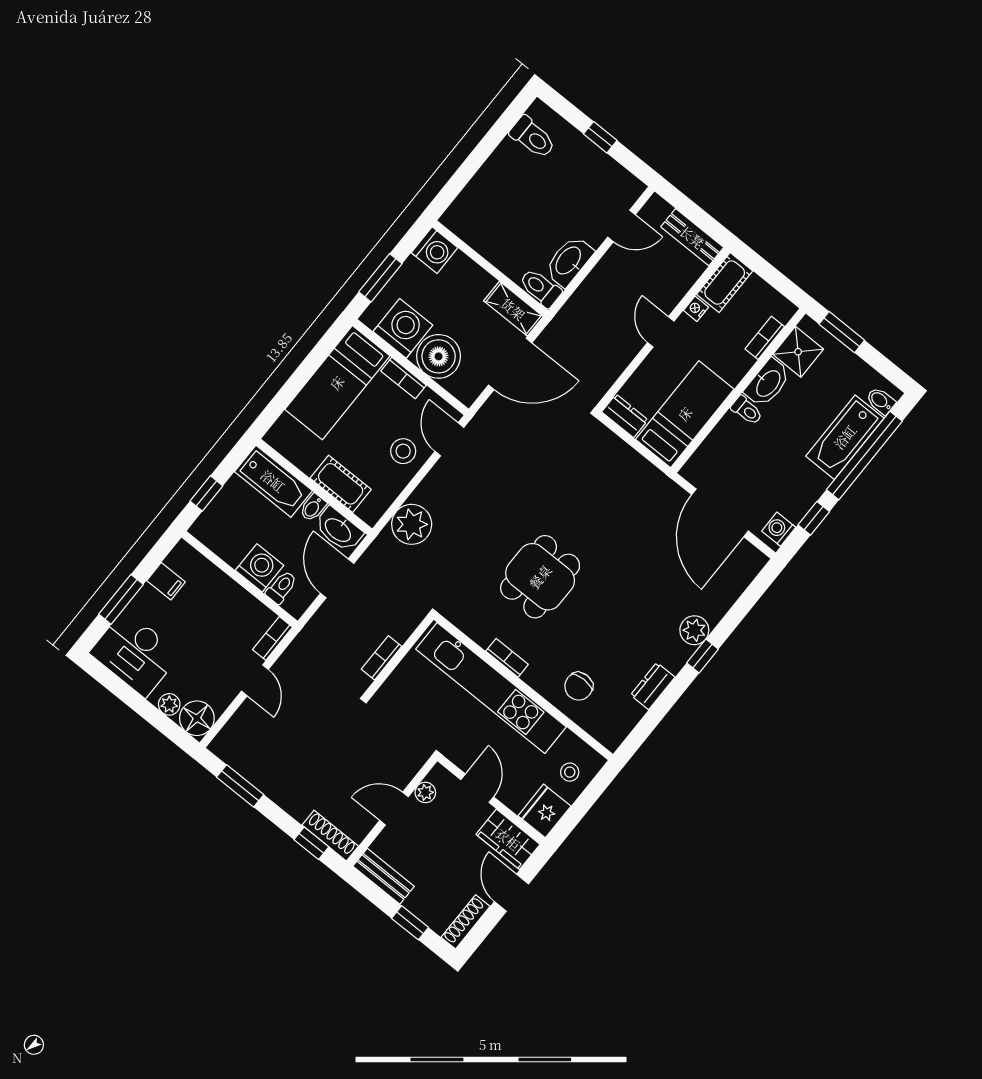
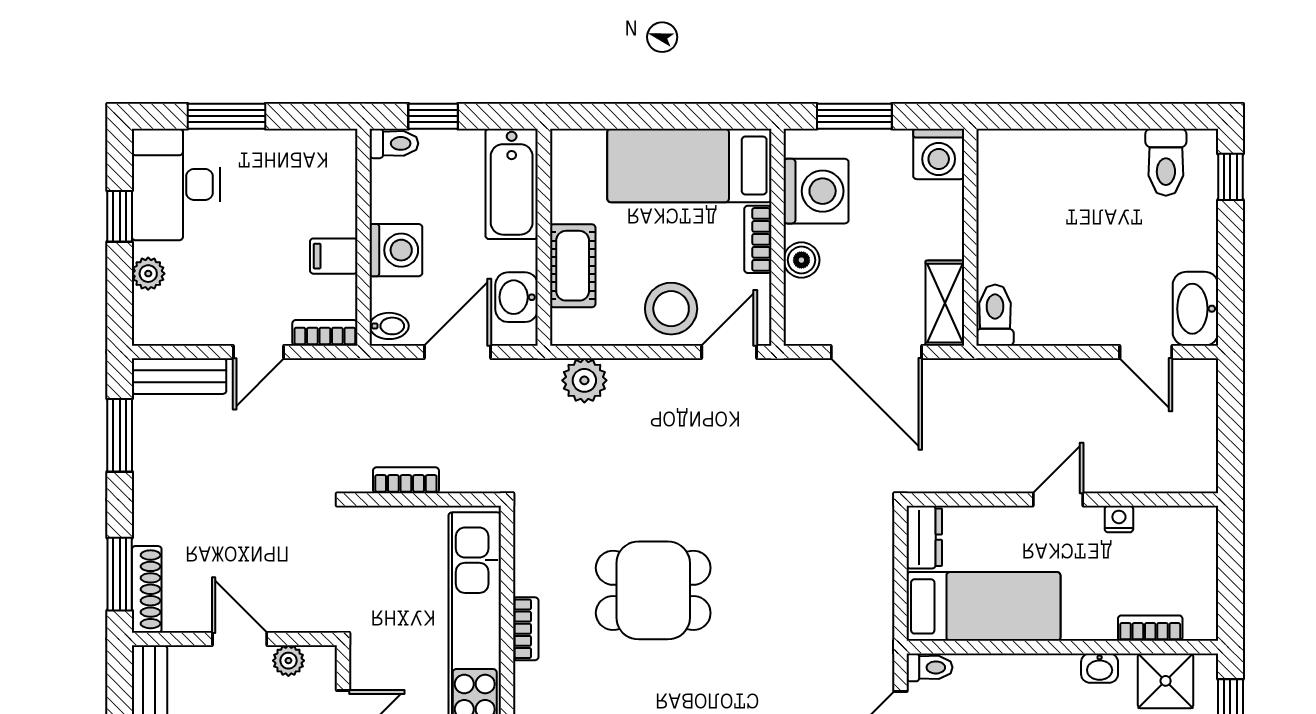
window: (600, 137) -> (1230, 177), moved
bench: (692, 237) -> (179, 376), moved, turned 90
washbasin: (569, 261) -> (1195, 309), moved, turned -90
cot: (725, 283) -> (1177, 528), removed
boiler: (439, 356) -> (801, 260), width x0.54, depth x0.54
washbasin: (768, 383) -> (1100, 668), width x0.52, depth x0.69
toilet: (747, 410) -> (929, 667), moved, turned -90
stool: (403, 451) -> (671, 309), width x1.38, depth x1.38
bidet: (313, 508) -> (389, 326), moved, turned 180
plant: (412, 524) -> (584, 380), width x0.73, depth x0.73
washbasin: (338, 529) -> (517, 297), width x0.72
filing cabinet: (166, 581) -> (334, 256), moved, turned 90
toilet: (281, 587) -> (394, 143), moved
window: (128, 695) -> (120, 216), added
floor lamp: (197, 718) -> (158, 320), removed
window: (311, 843) -> (120, 574), width x1.50

